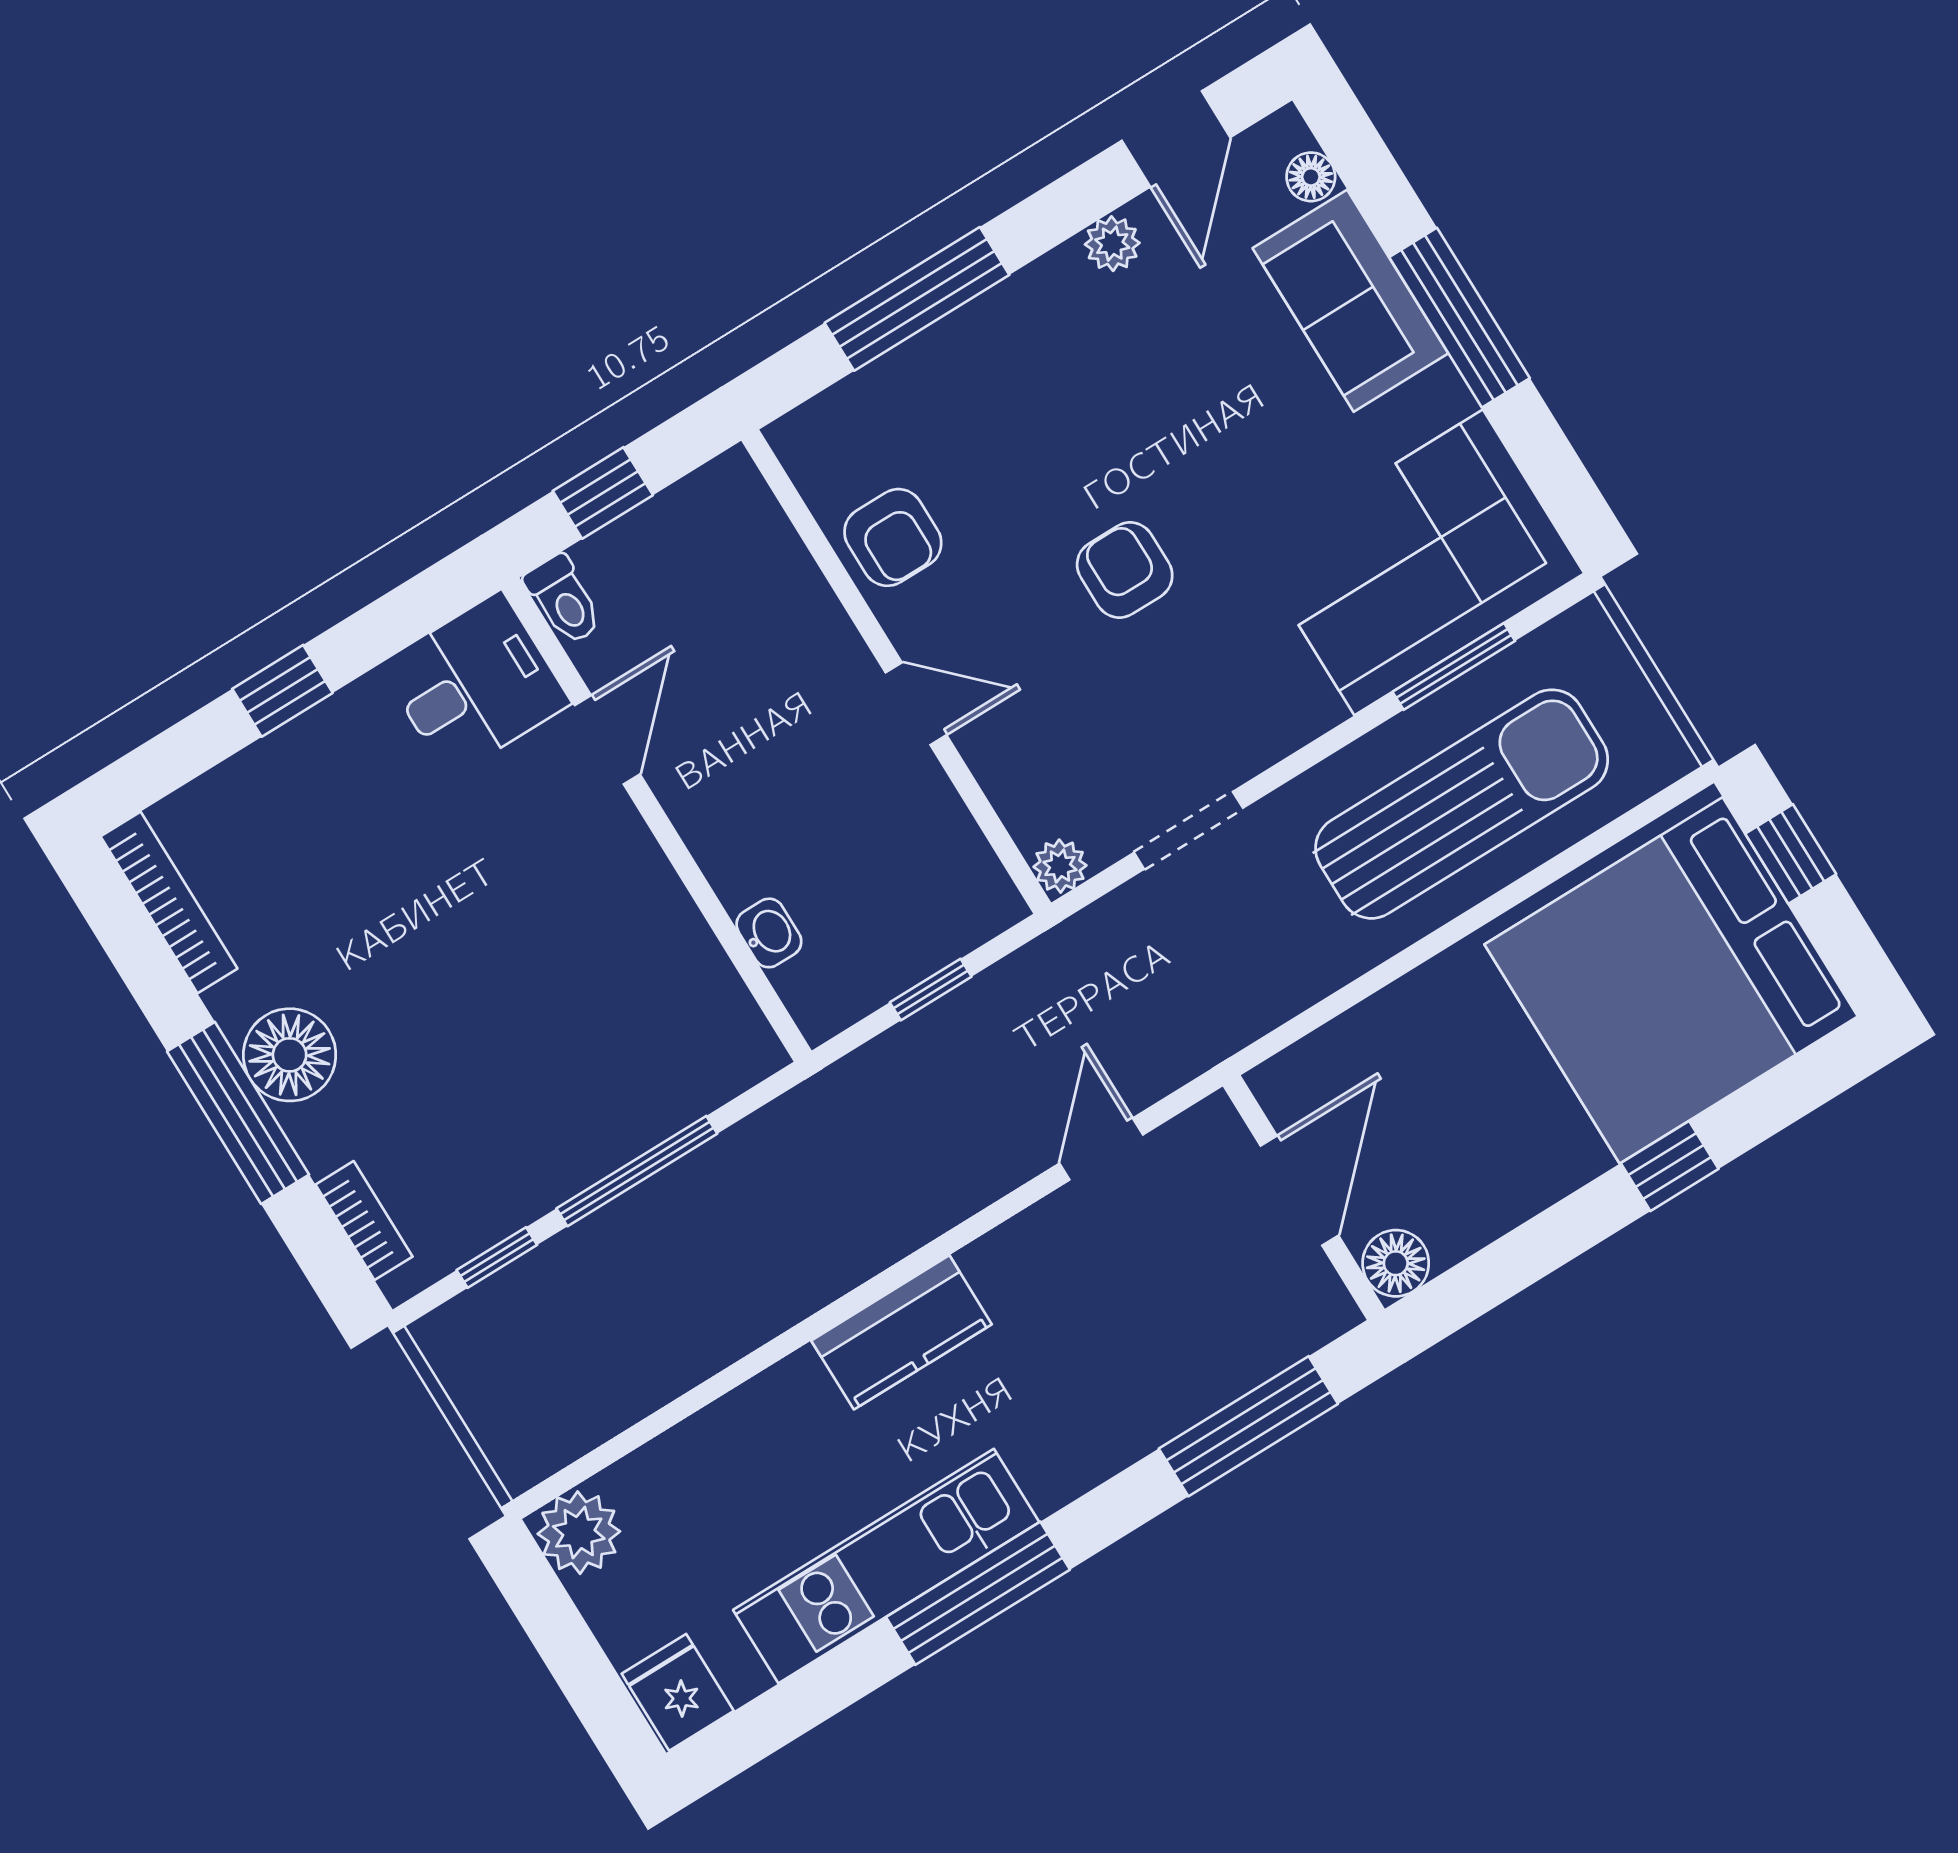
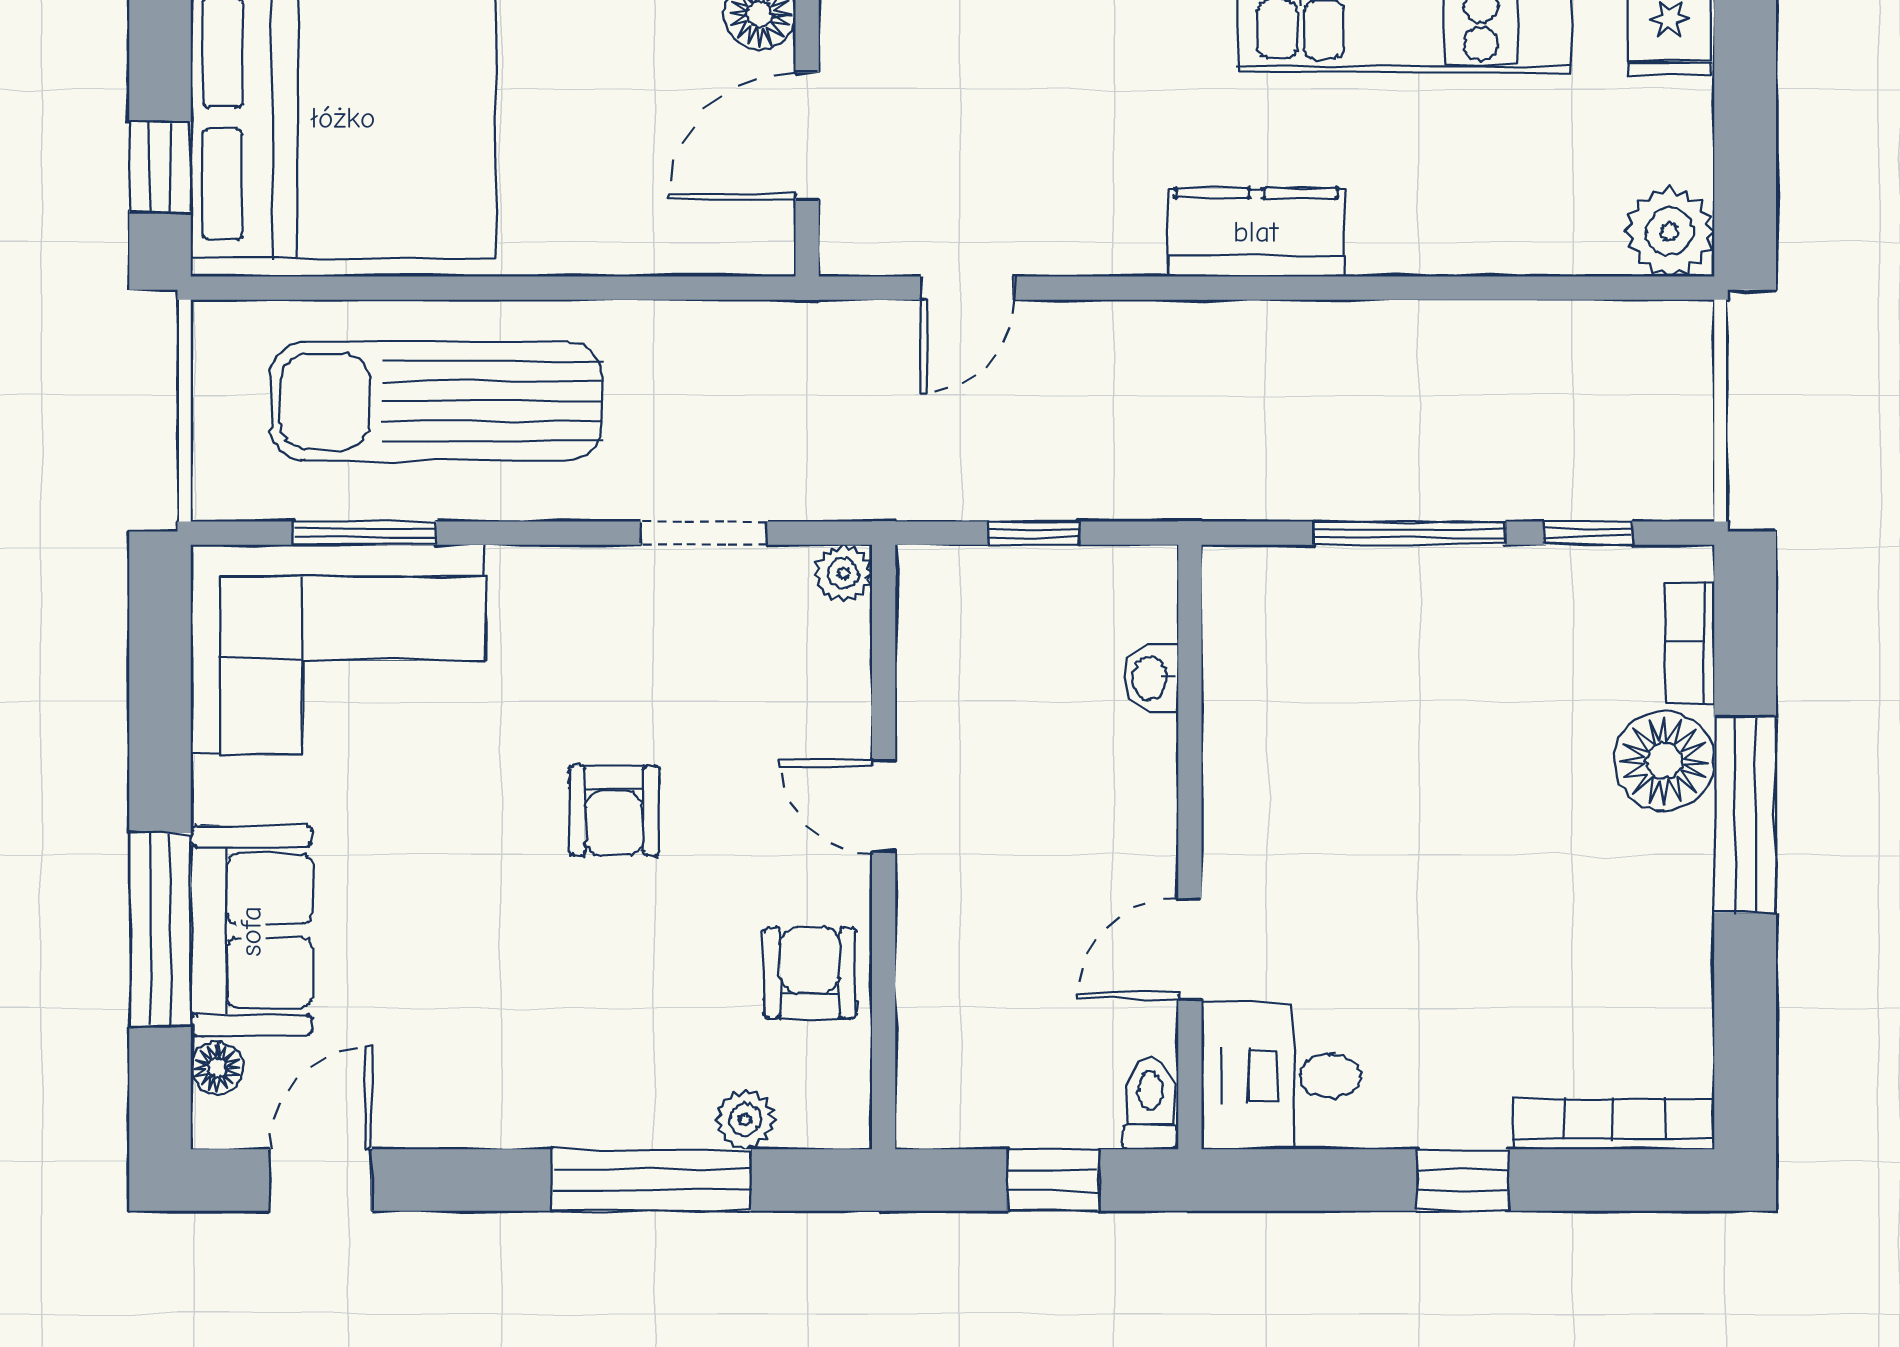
plant: (1112, 244) -> (745, 1120), moved
window: (1459, 318) -> (160, 929), moved
bookcase: (169, 903) -> (1614, 1124), moved, turned 90
floor lamp: (290, 1055) -> (1664, 761), moved

